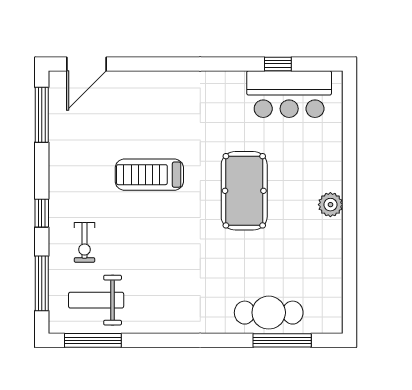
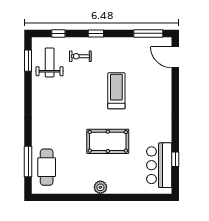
window: (42, 283) -> (58, 33), width x0.46
cafe table: (269, 313) -> (47, 167), moved
window: (93, 340) -> (28, 61), width x0.69

